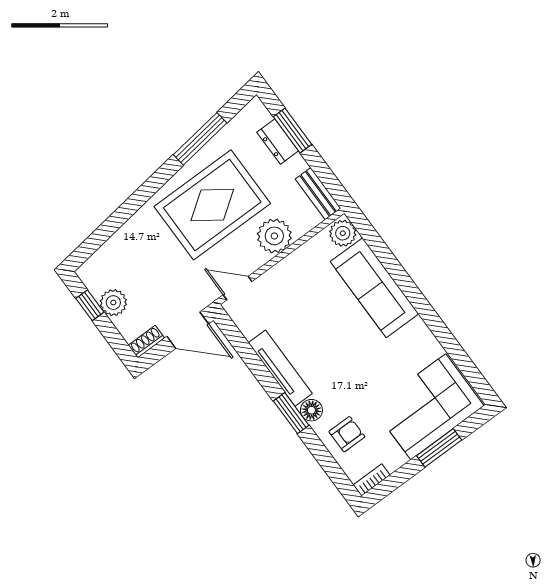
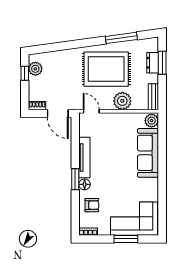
plant: (113, 303) -> (35, 69), moved

